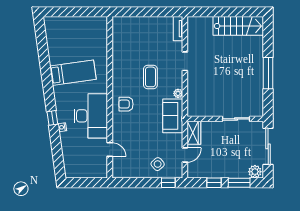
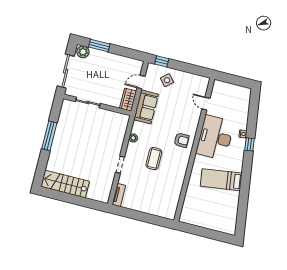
sofa: (173, 116) -> (146, 107), moved
window: (214, 183) -> (121, 51), removed

